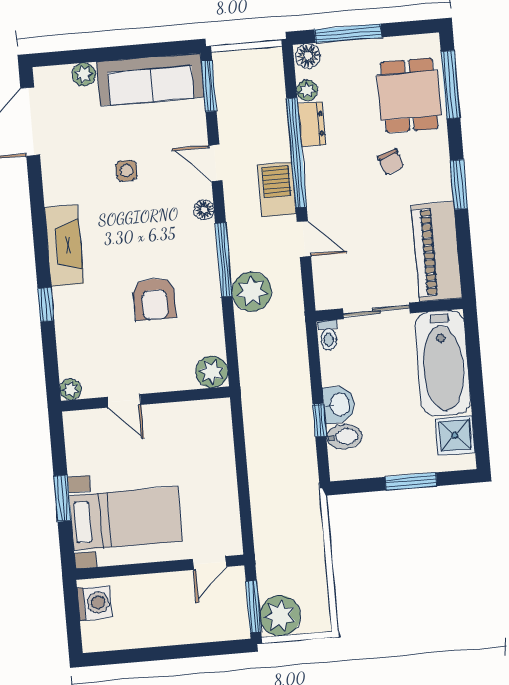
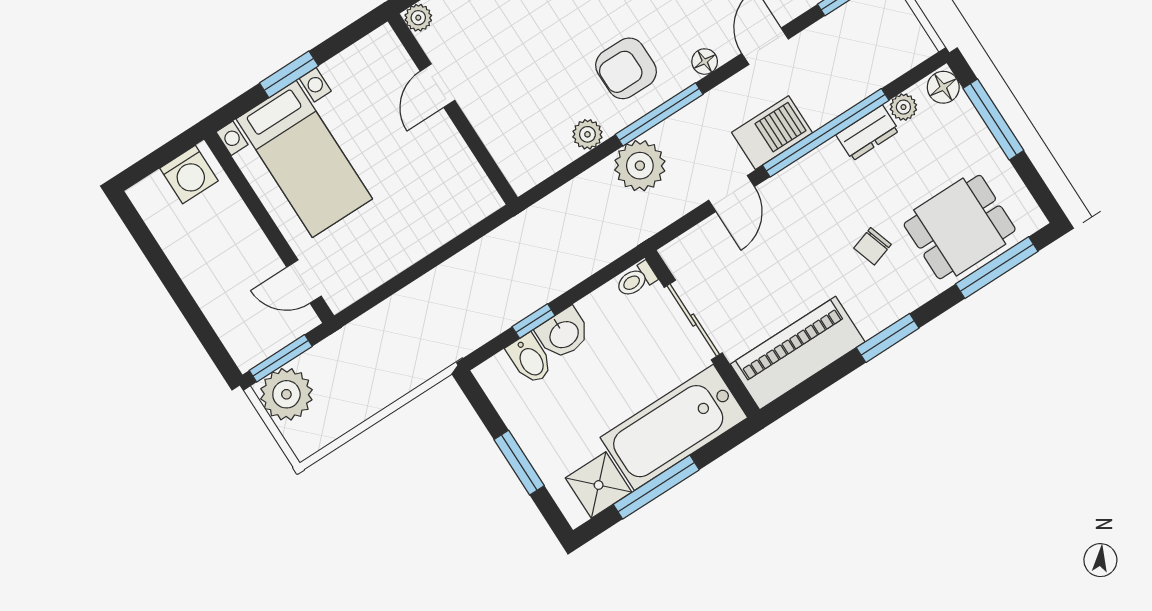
armchair: (154, 299) -> (626, 68), moved
plant: (212, 372) -> (587, 134), moved, width x0.73, depth x0.73
window: (477, 397) -> (656, 487), added

